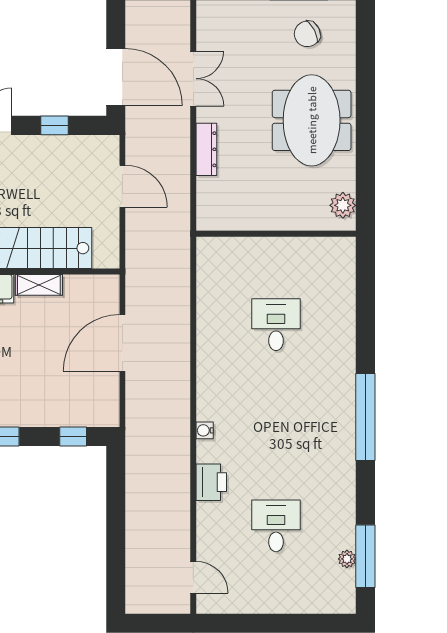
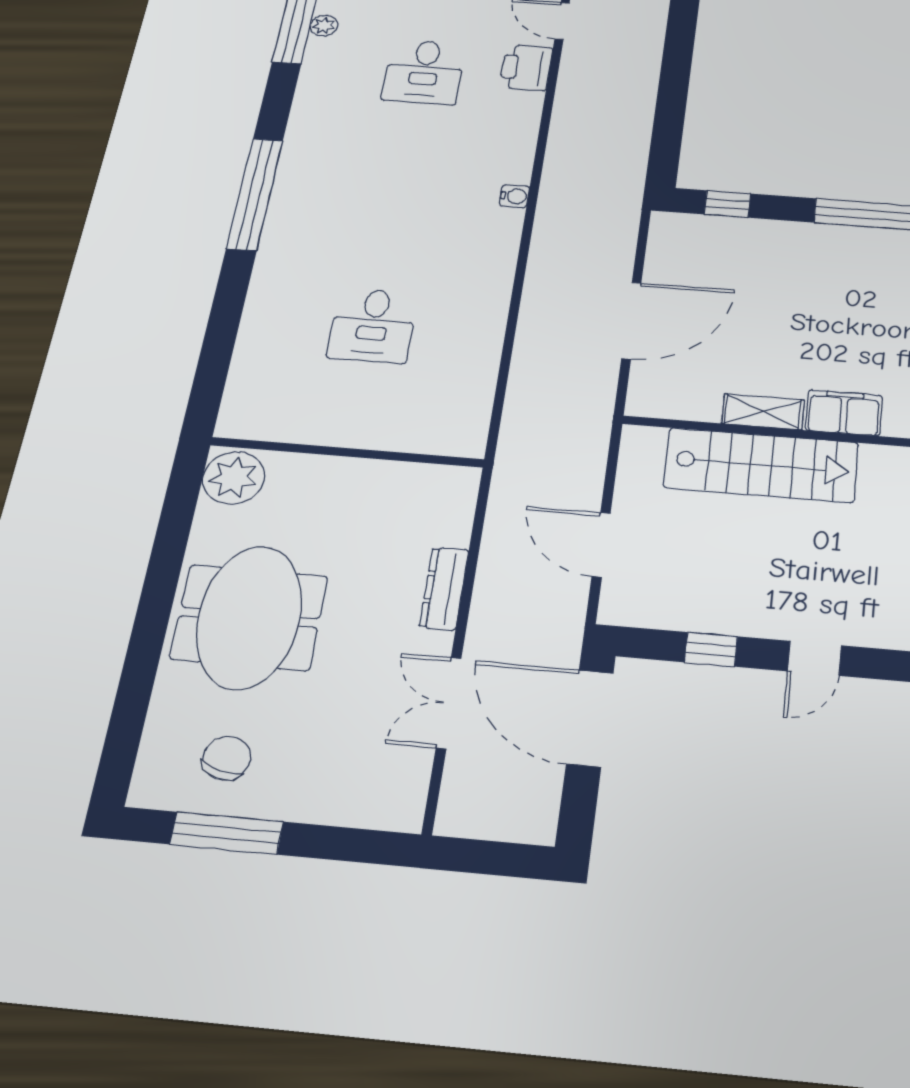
chair: (307, 34) -> (227, 758), turned -48
plant: (343, 205) -> (234, 478), width x1.36, depth x1.36
printer: (211, 482) -> (526, 68), moved

